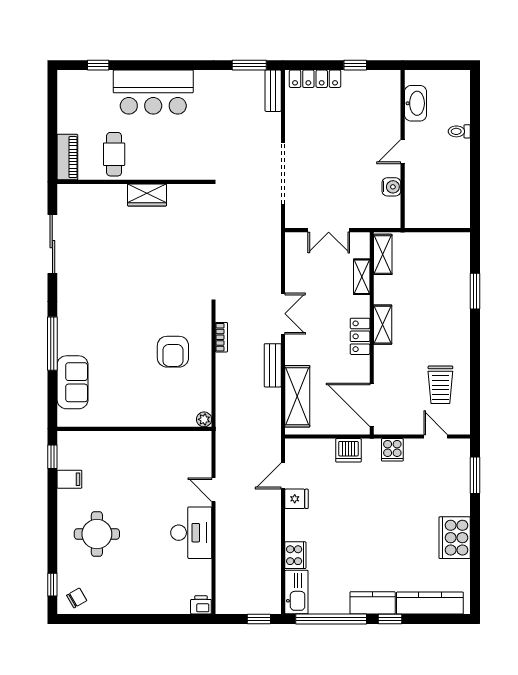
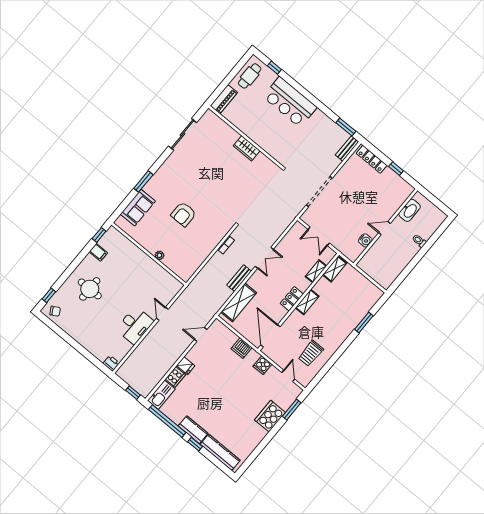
cafe table: (114, 154) -> (250, 76), moved
window: (52, 344) -> (143, 181), width x0.69
armchair: (173, 352) -> (184, 214), moved
plant: (204, 419) -> (160, 255), moved
fridge: (297, 499) -> (186, 366), moved
cooker: (455, 538) -> (270, 416), moved

